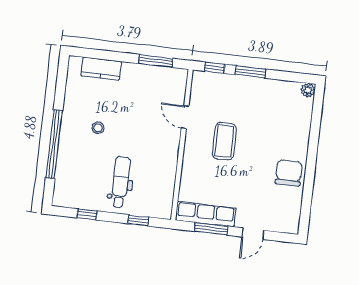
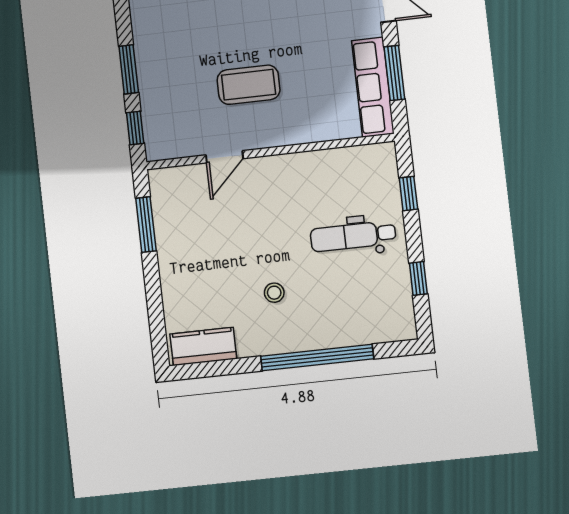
kitchen counter: (101, 69) -> (203, 346), moved, turned -90

